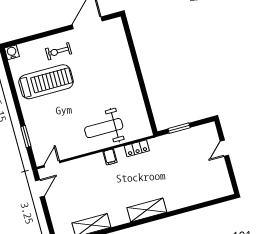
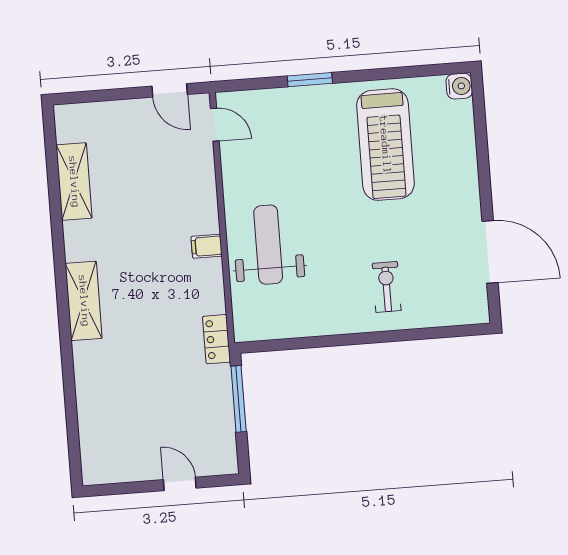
exercise bike: (59, 51) -> (387, 287), moved
window: (179, 128) -> (239, 399), width x1.44
window: (26, 136) -> (310, 80), moved
locker: (137, 148) -> (217, 339), moved

